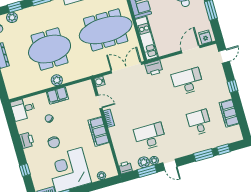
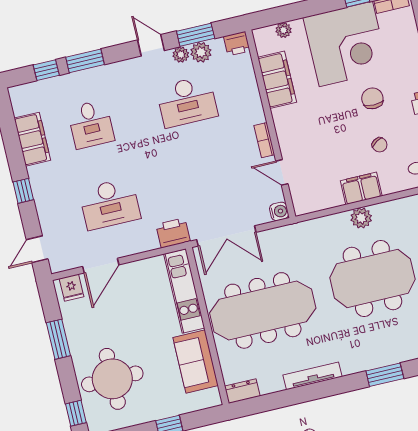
filing cabinet: (98, 131) -> (277, 80), moved

